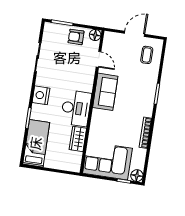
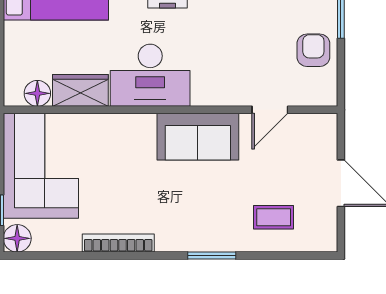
floor lamp: (95, 35) -> (37, 93), moved
coffee table: (147, 55) -> (274, 217), moved

